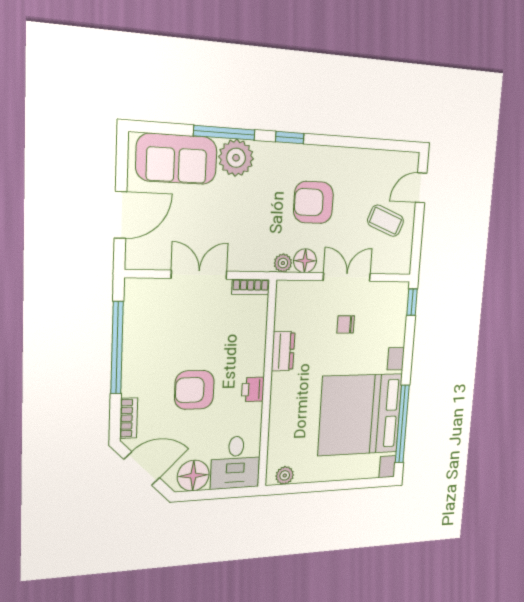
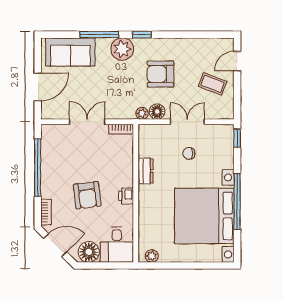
plant: (236, 158) -> (122, 49), moved
armchair: (194, 390) -> (87, 195), turned -97
window: (402, 424) -> (237, 201), moved

